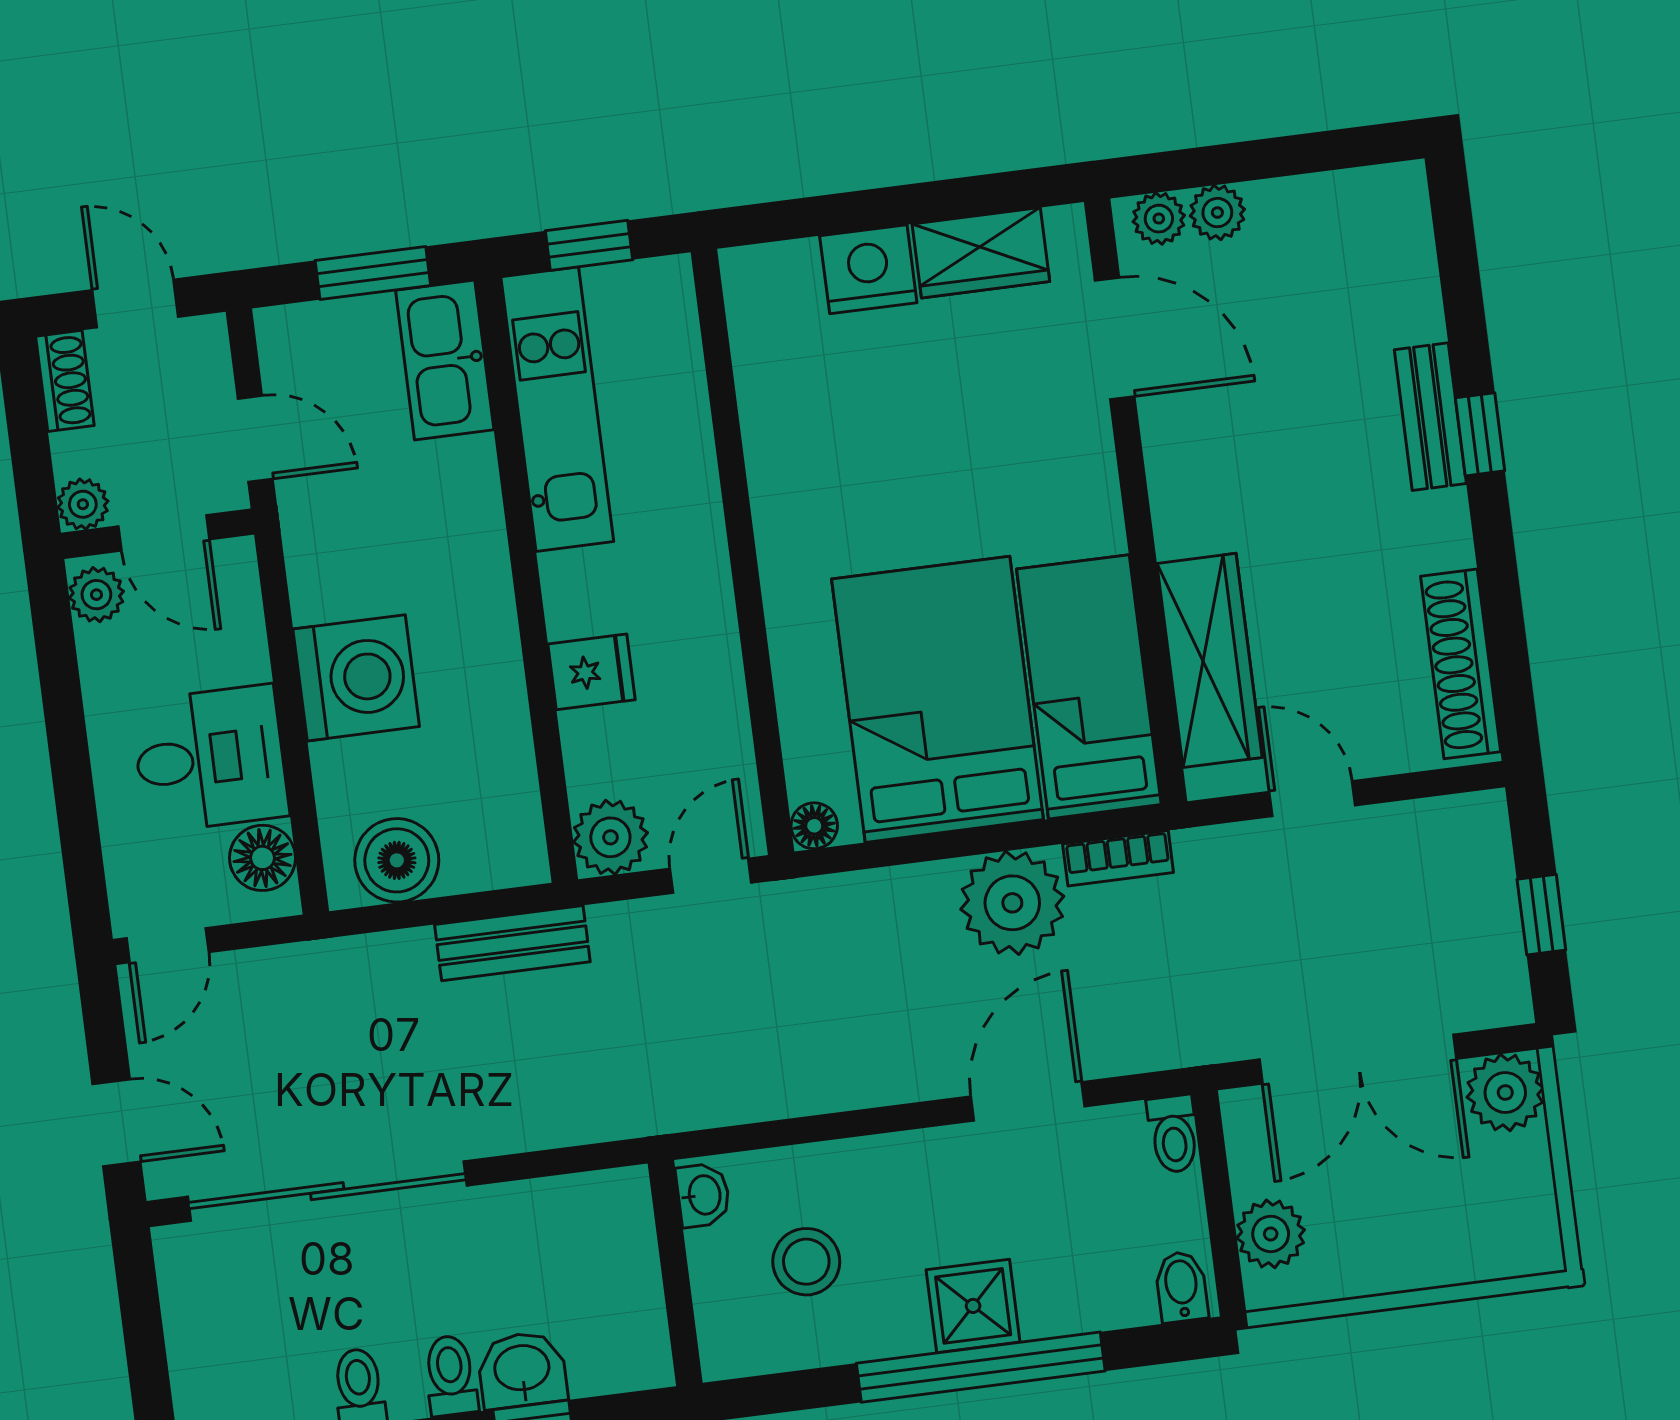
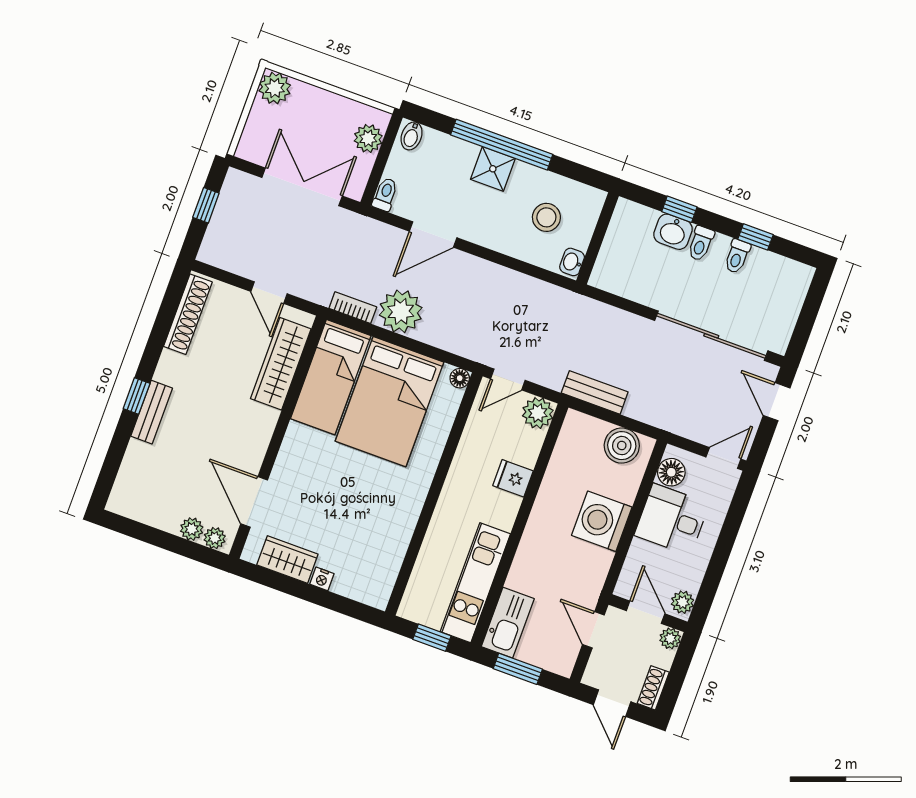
nightstand: (868, 269) -> (322, 579), width x0.53, depth x0.56
plant: (1505, 1093) -> (275, 88), moved

